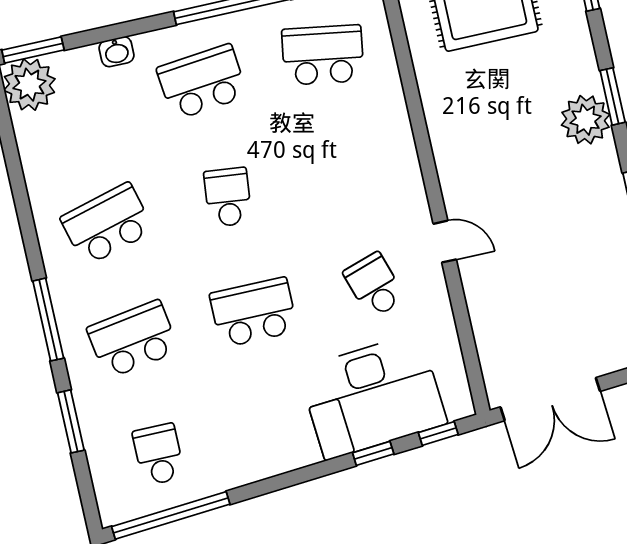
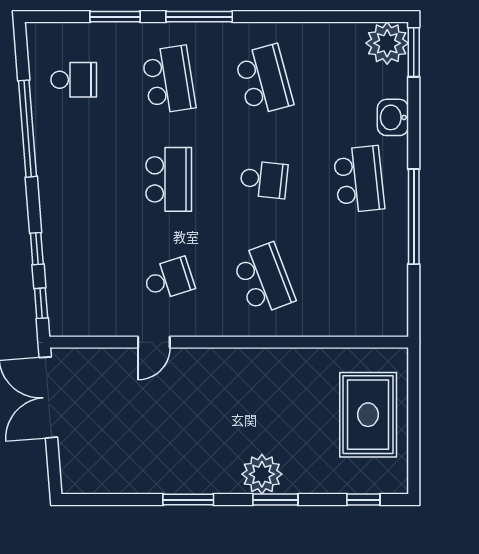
washbasin: (117, 52) -> (393, 117), width x1.38, depth x1.45
school desk: (323, 55) -> (264, 279), moved, turned -30
door: (445, 242) -> (154, 342), moved
desk: (373, 396) -> (82, 258), removed
window: (171, 515) -> (28, 129), moved

